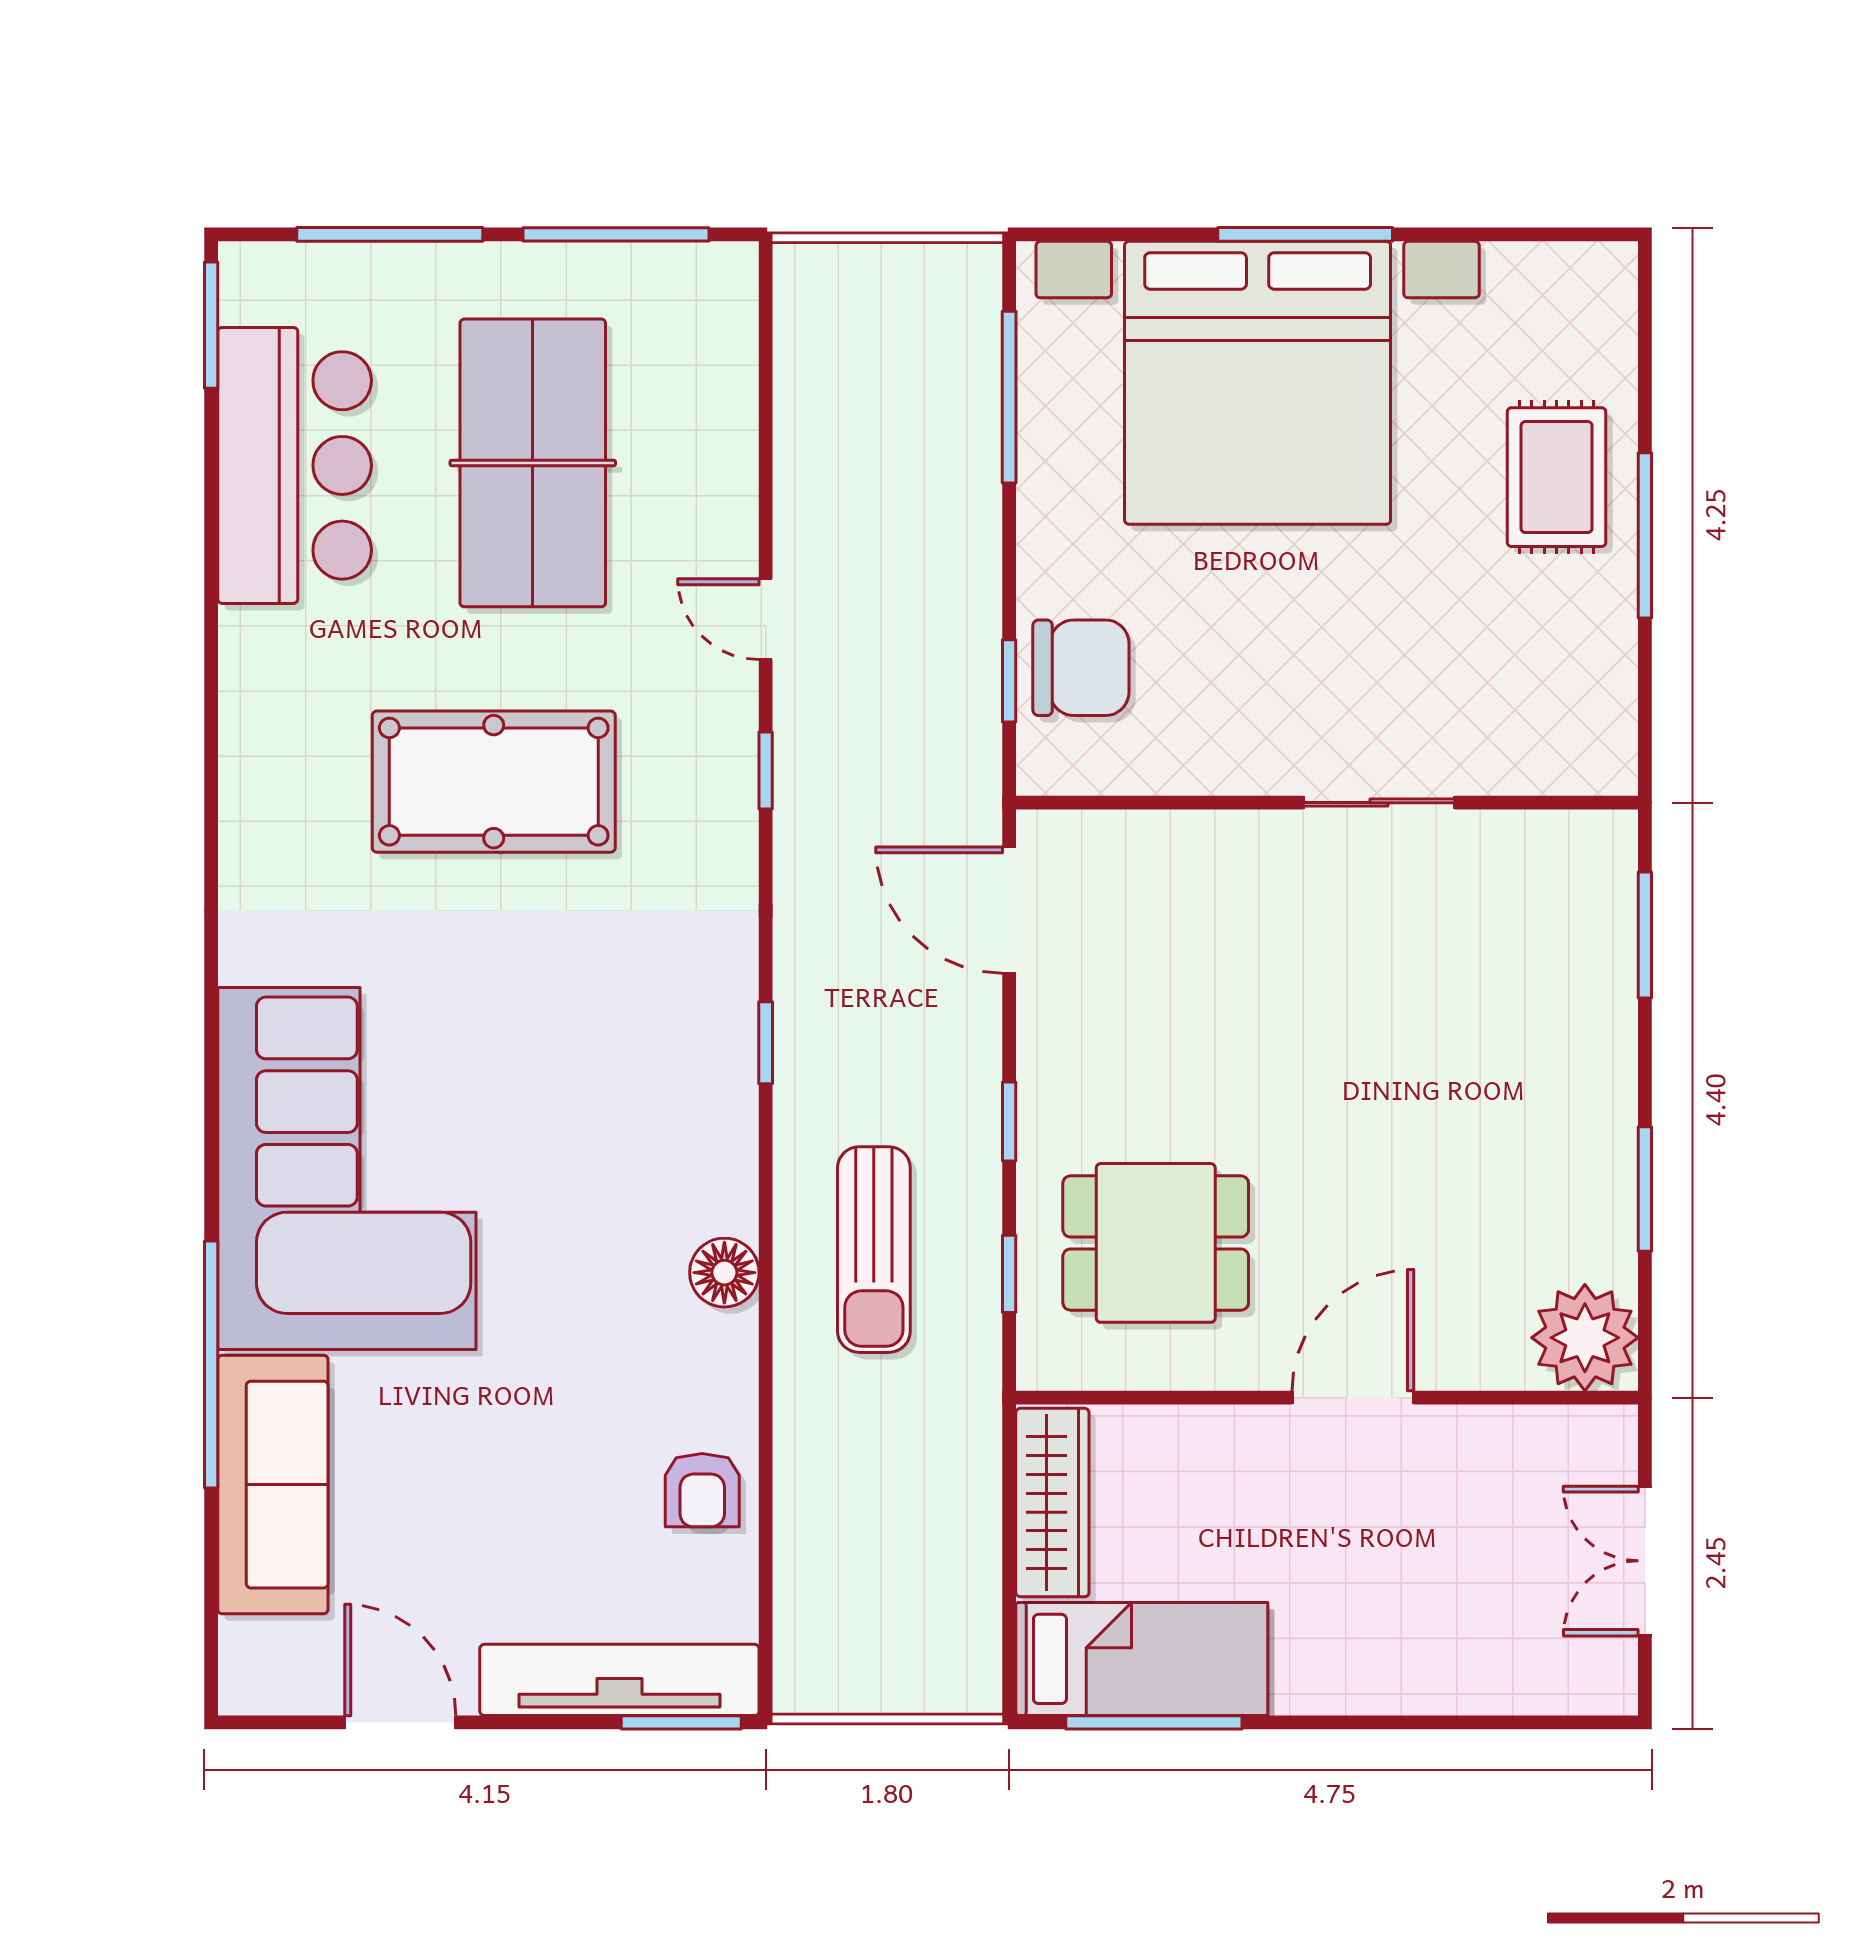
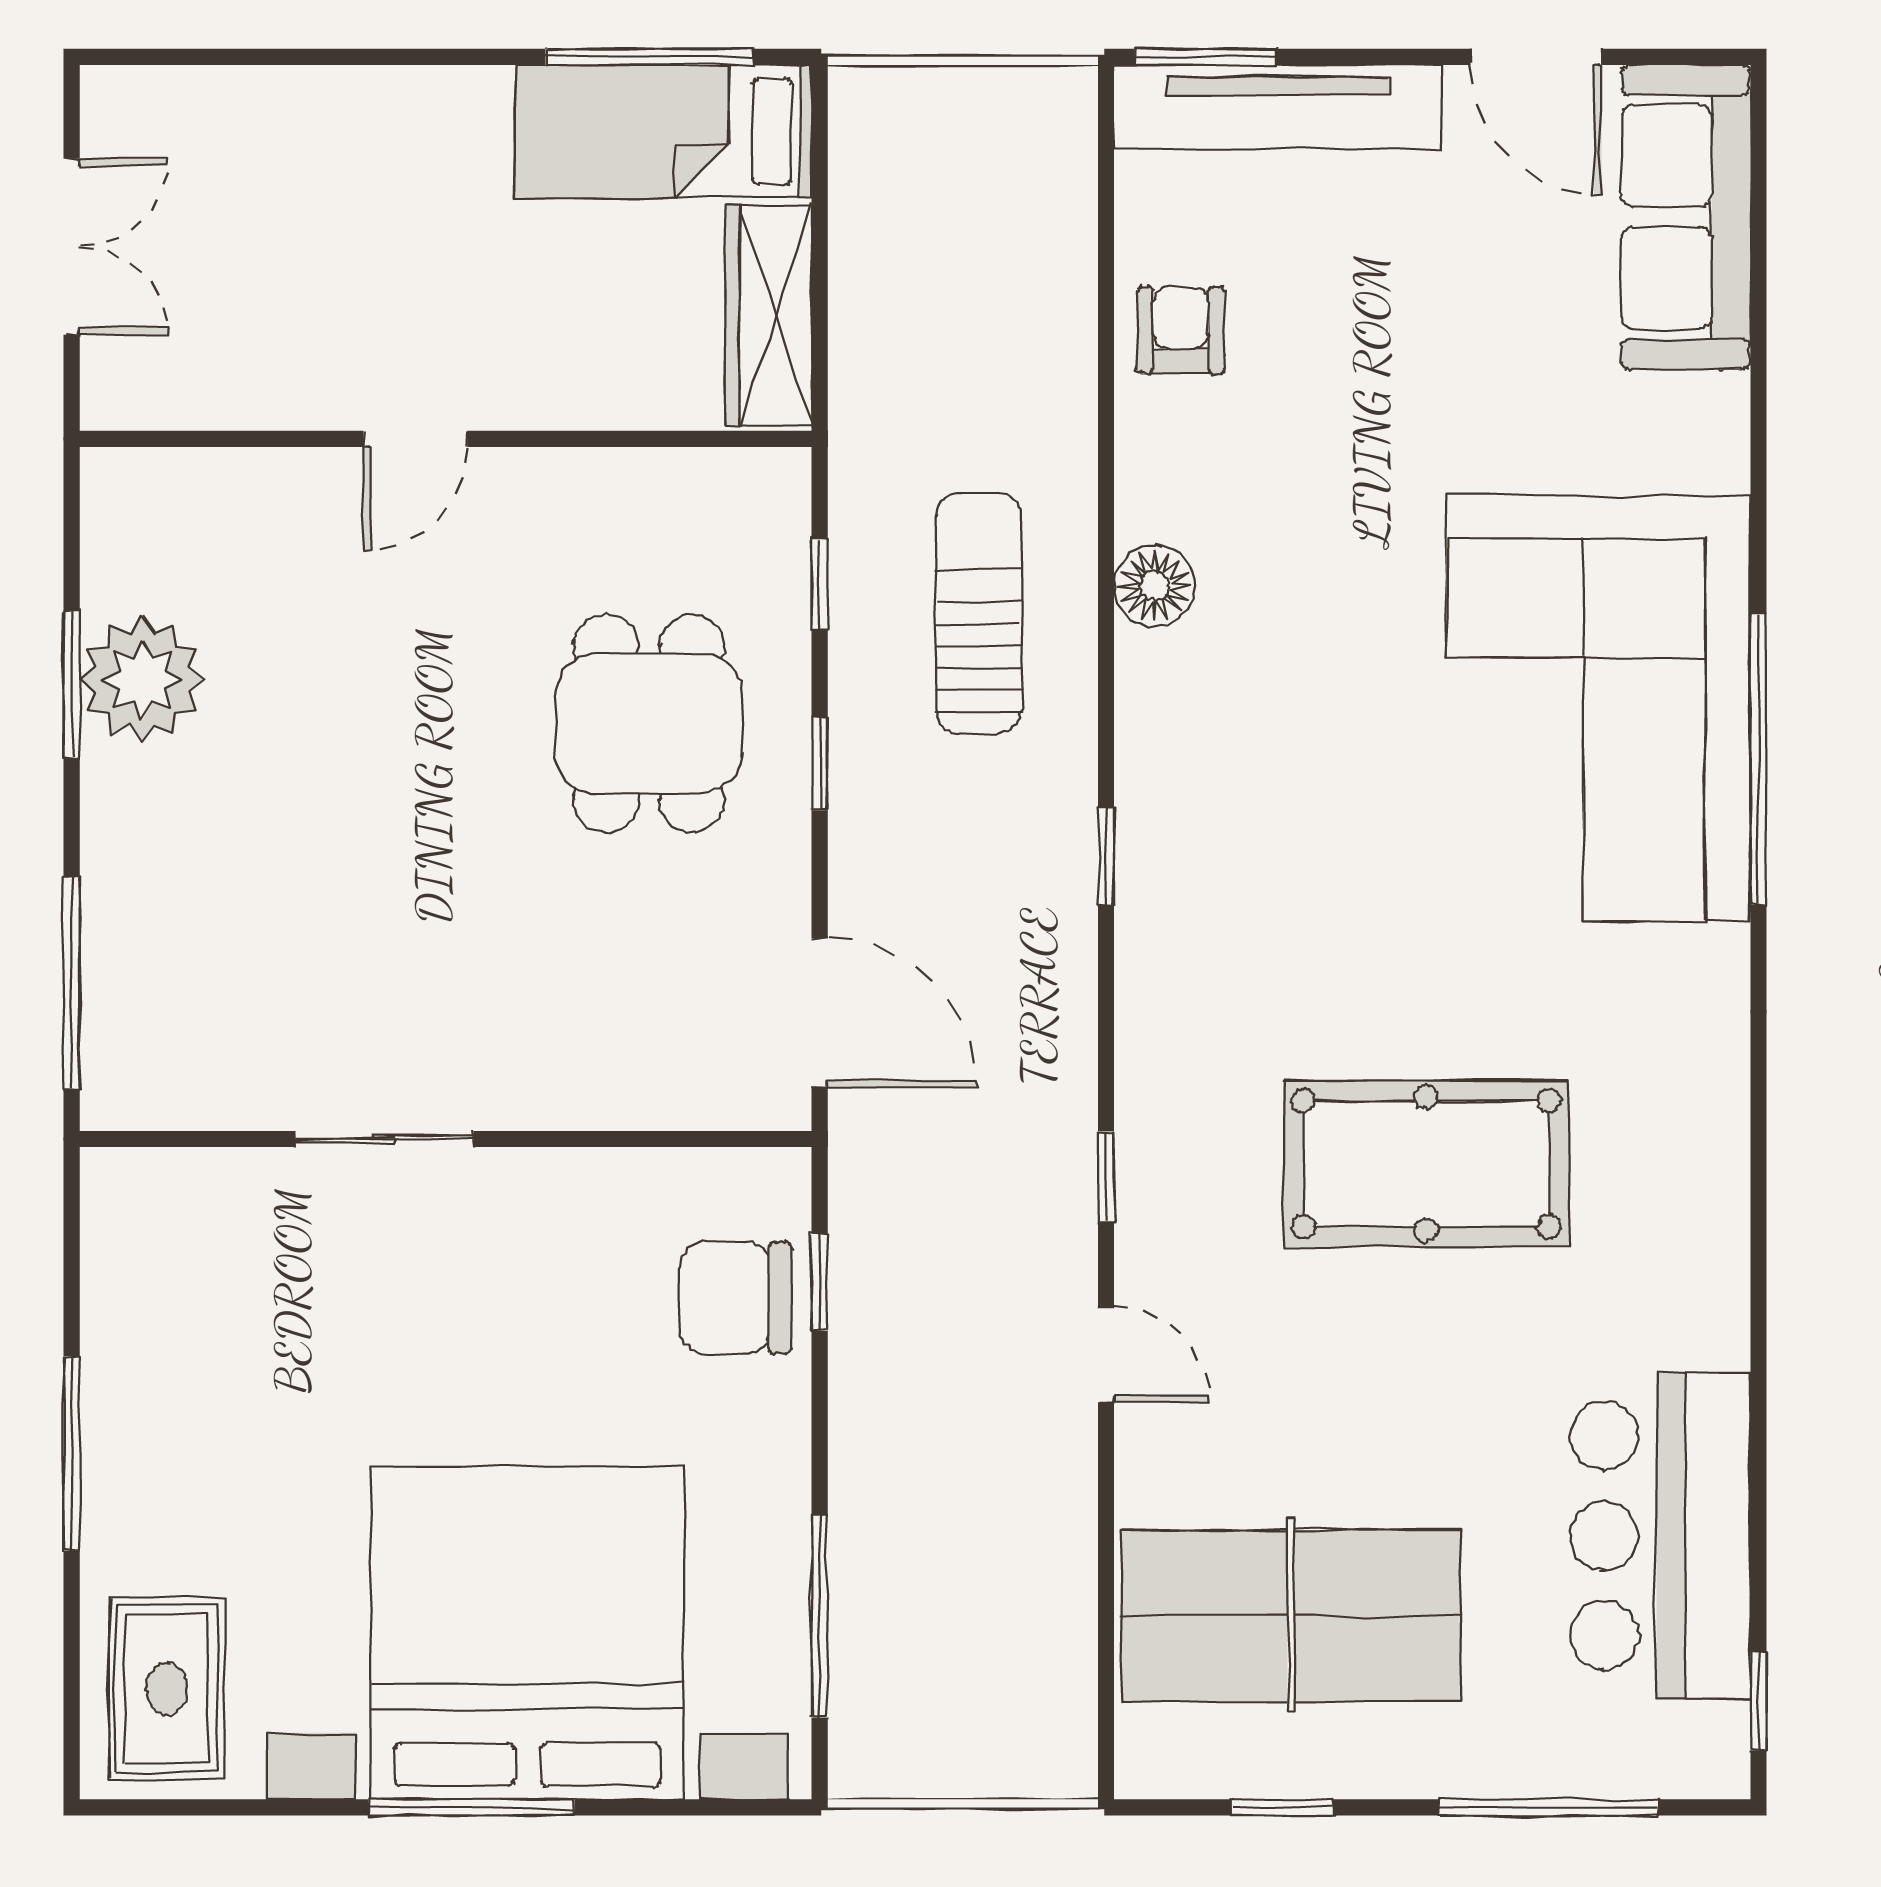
window: (616, 234) -> (1282, 1807), width x0.46
window: (211, 325) -> (1758, 1701), width x0.67
table tennis table: (533, 463) -> (1291, 1616), moved, turned 90
rug: (1557, 477) -> (167, 1689), moved
window: (1645, 935) -> (72, 983), width x1.44
dining table: (1156, 1243) -> (649, 723), moved, turned 90
plant: (1585, 1338) -> (142, 680), moved
window: (211, 1364) -> (1758, 759), moved
door: (1353, 1398) -> (415, 439), width x0.73
sofa: (273, 1485) -> (1686, 217), moved

